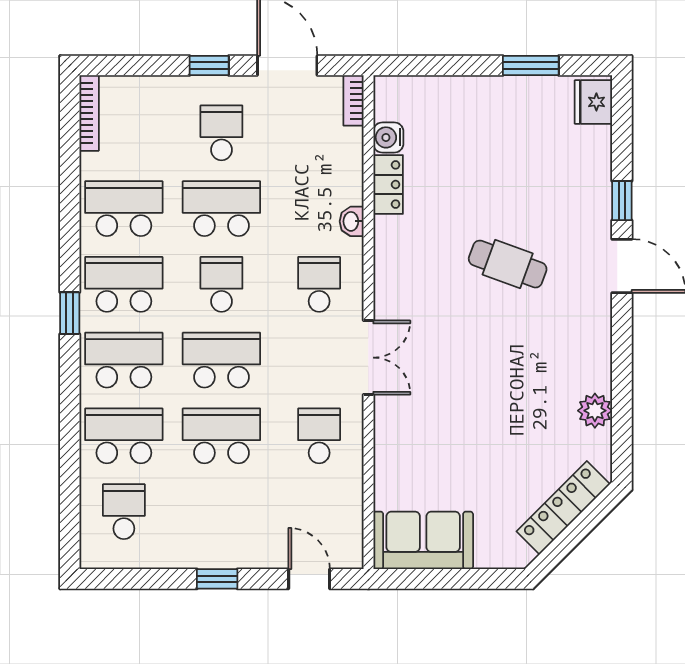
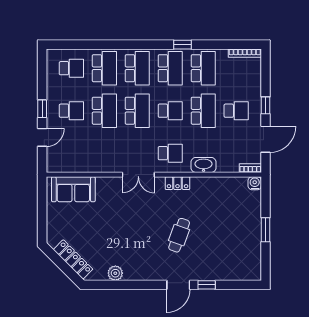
window: (531, 65) -> (265, 230), moved
fridge: (593, 102) -> (250, 273), removed
water cooler: (388, 137) -> (255, 183), moved
locker: (388, 185) -> (177, 183), moved
washbasin: (352, 221) -> (204, 165), width x1.91, depth x1.45
window: (70, 313) -> (182, 45), moved
school desk: (319, 436) -> (71, 111), moved
sofa: (423, 540) -> (73, 189), moved, turned 90
door: (309, 579) -> (42, 137), moved

